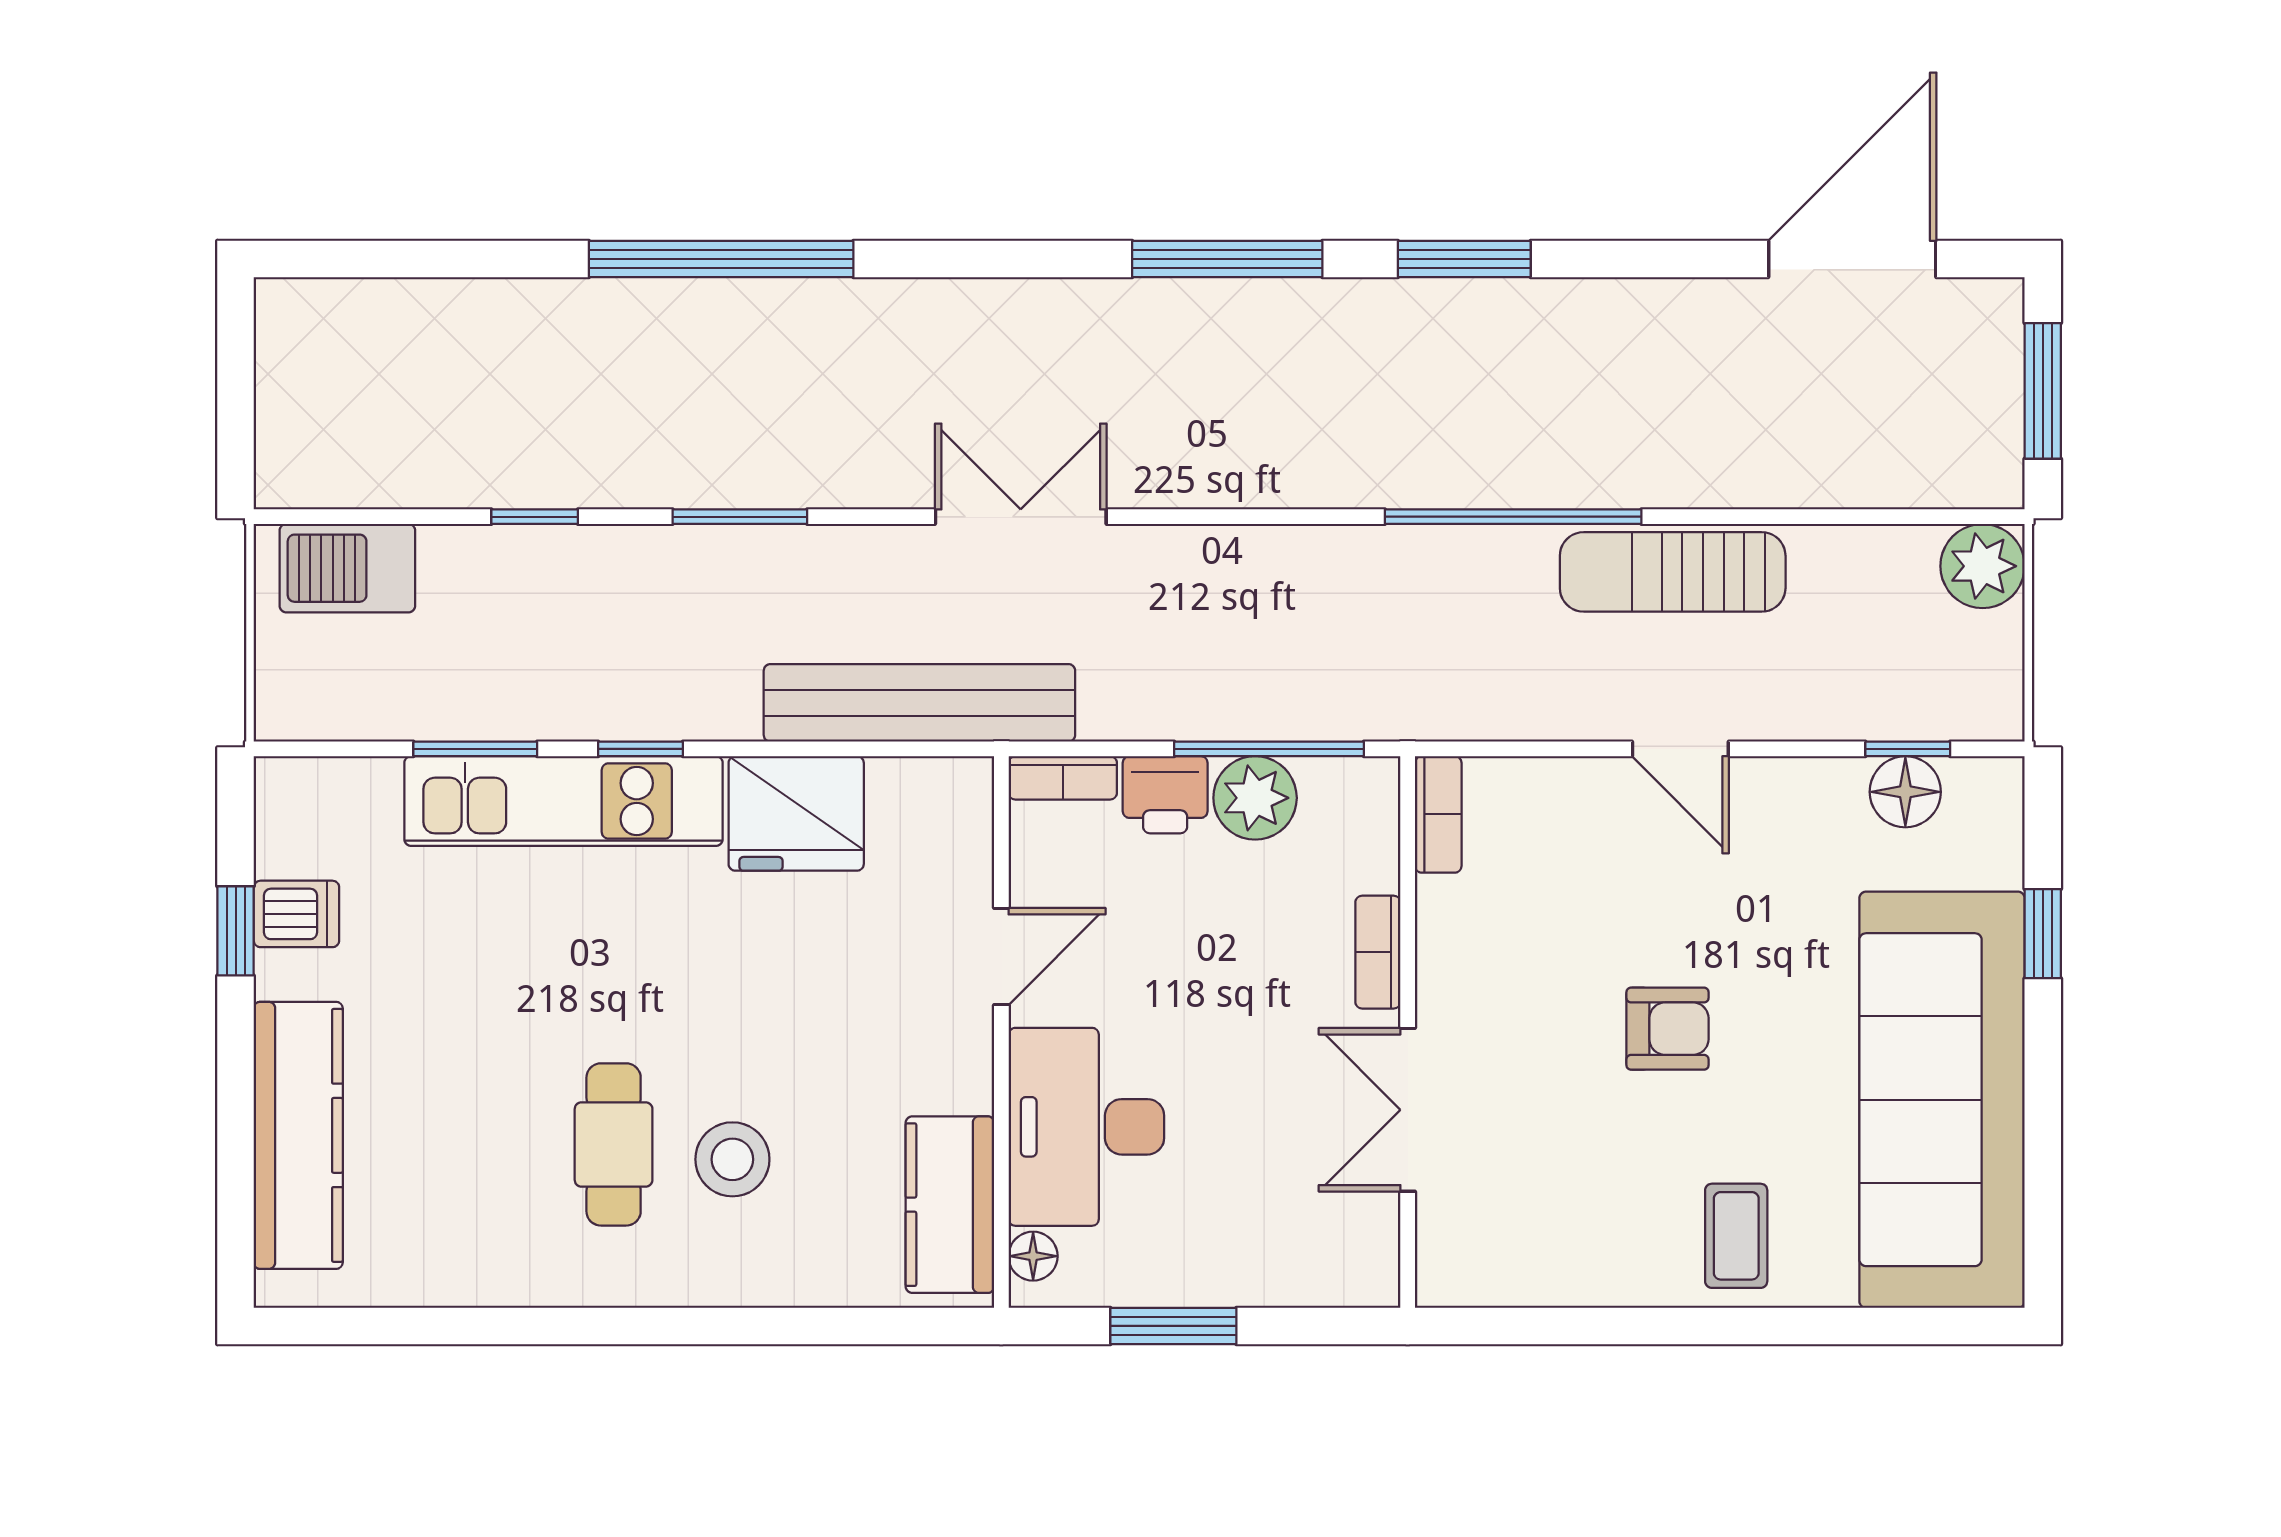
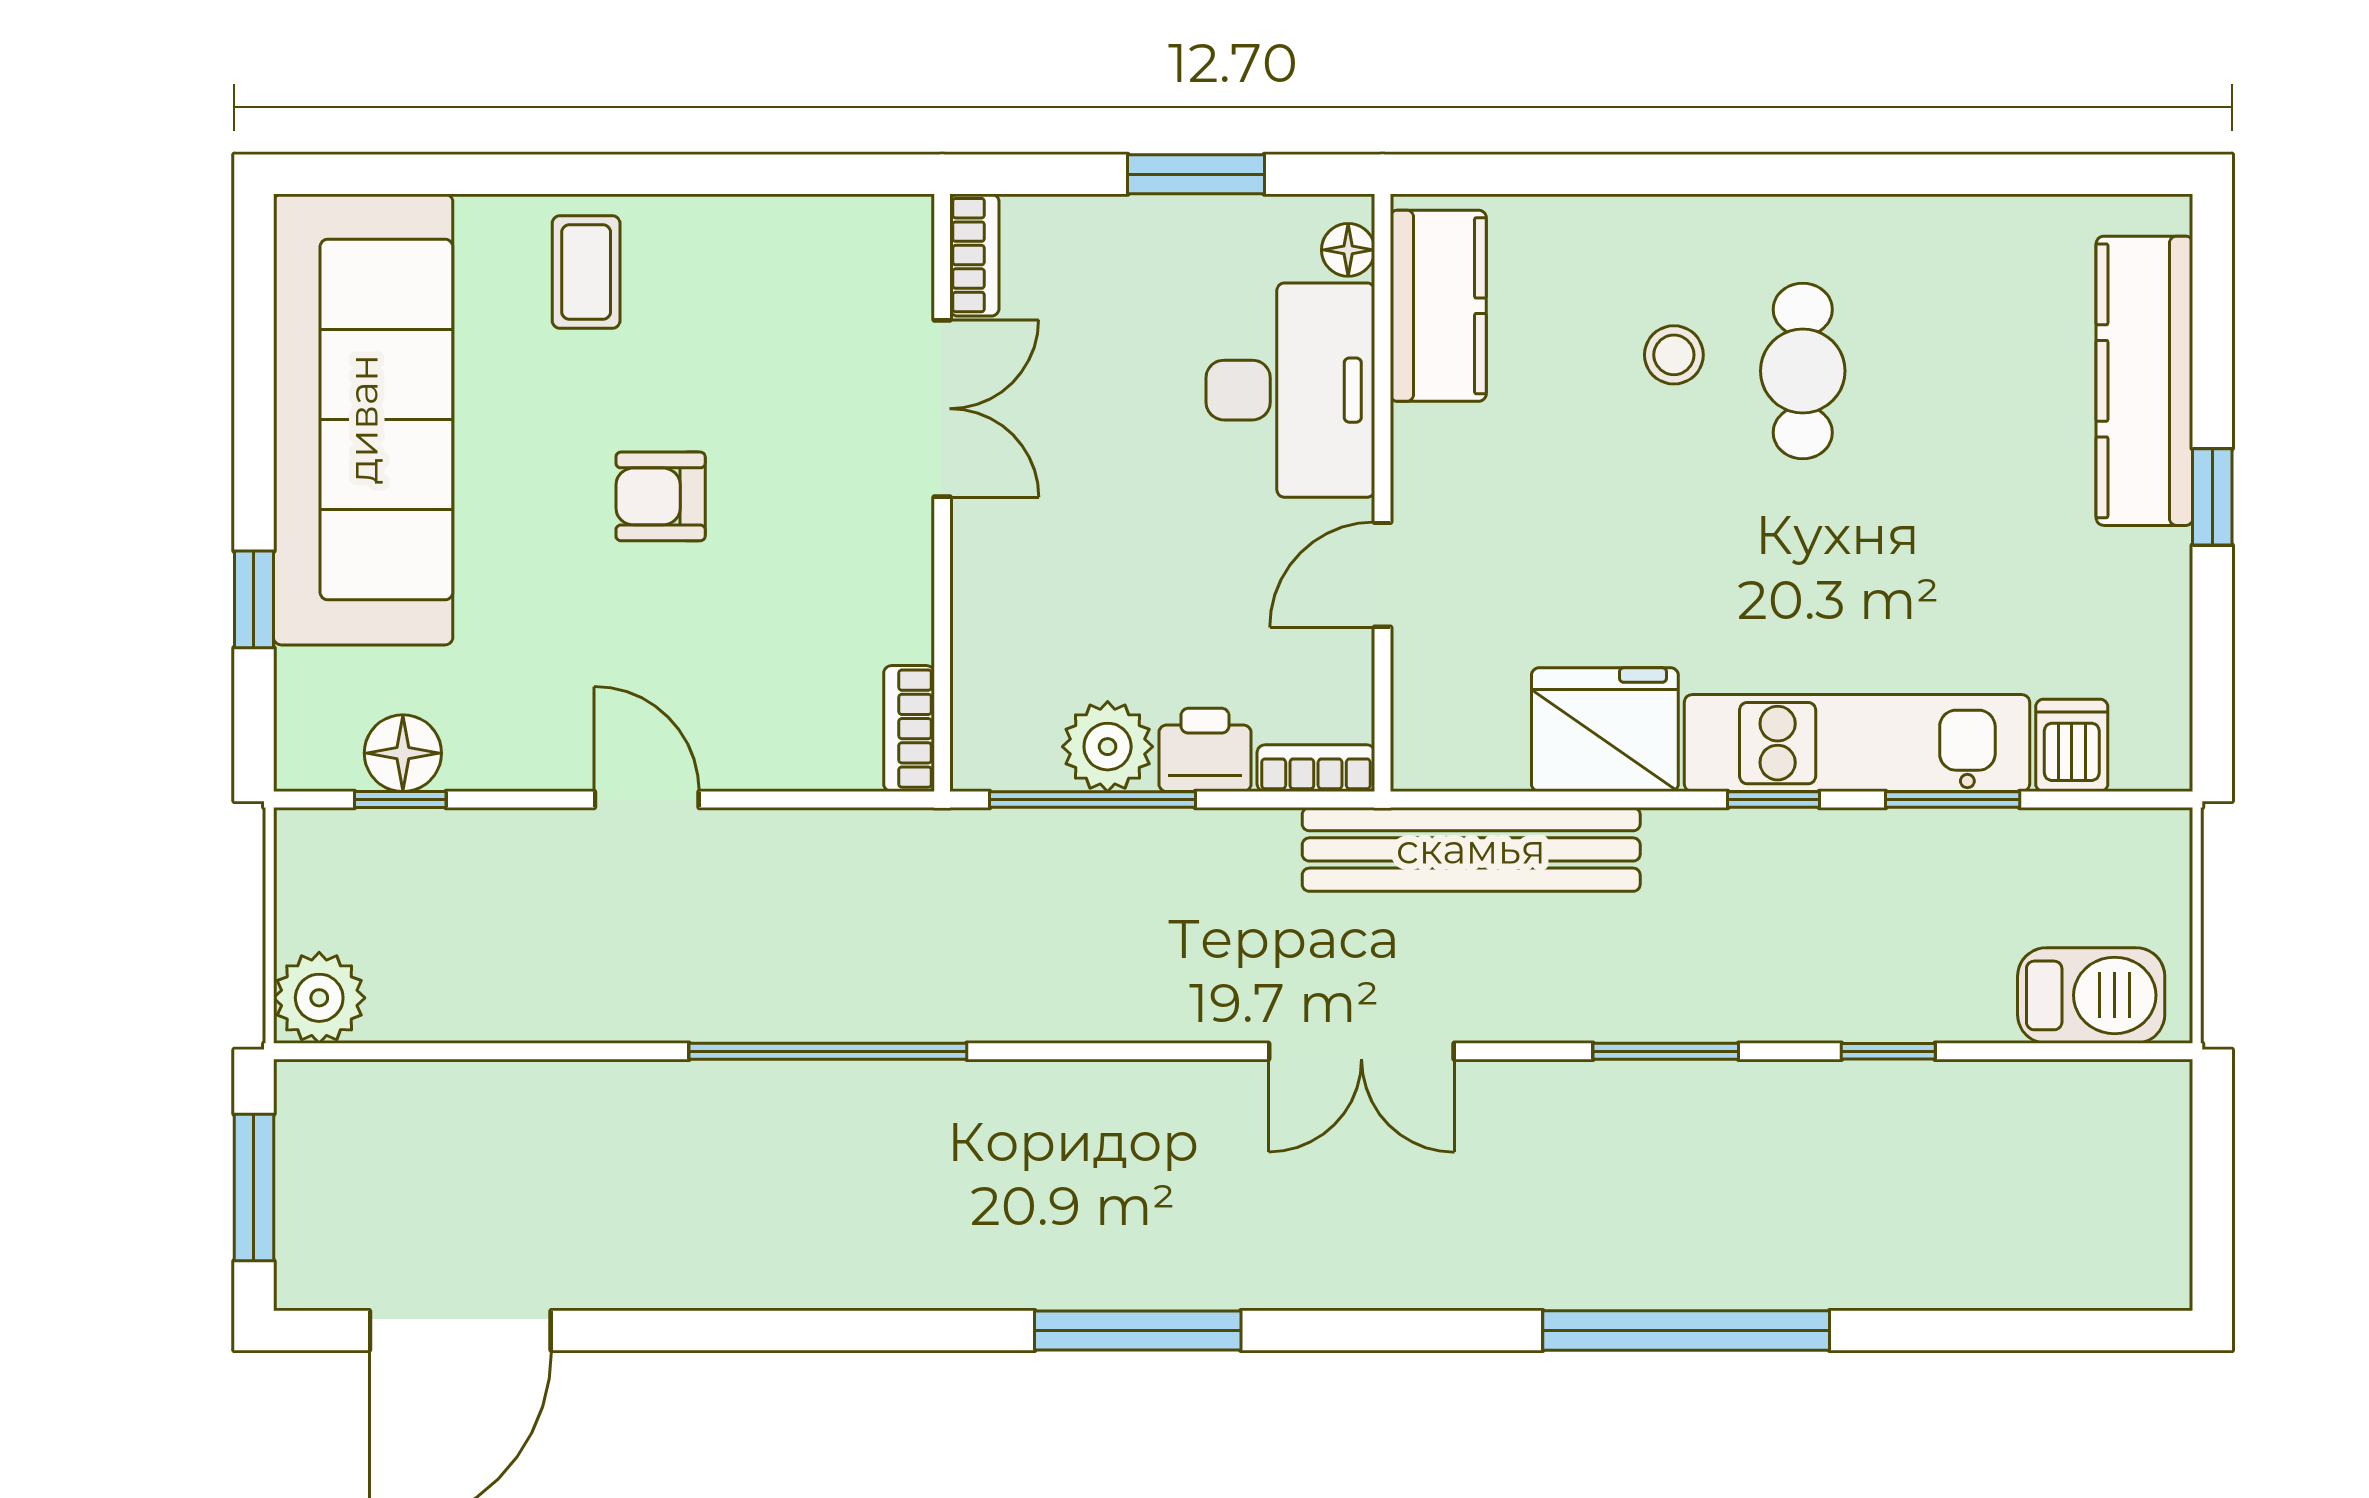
window: (1464, 259) -> (881, 1330), removed
sun lounger: (1673, 572) -> (655, 991), removed
dishwasher: (296, 914) -> (2072, 745), moved, turned 90
window: (236, 931) -> (2212, 497), moved
bookcase: (1378, 952) -> (974, 255), moved
stool: (732, 1159) -> (1674, 355), width x0.73, depth x0.73

